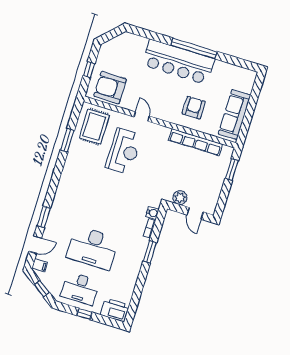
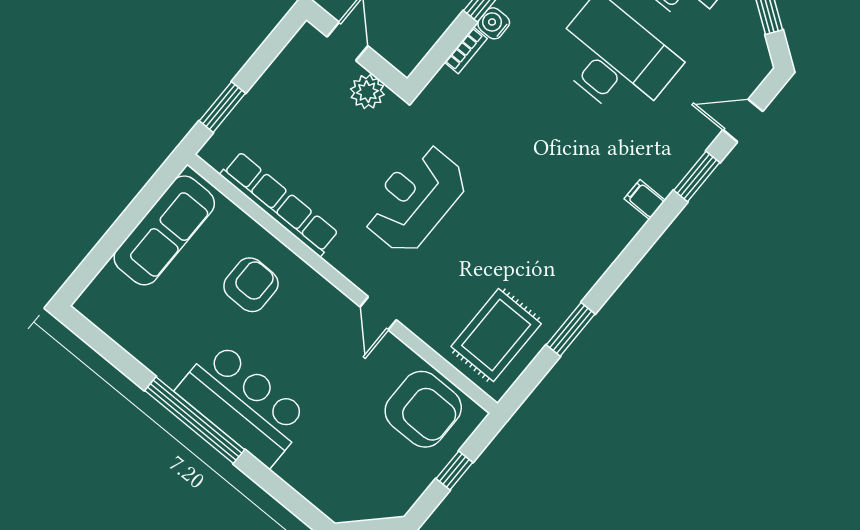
bar counter: (178, 62) -> (243, 404), width x0.73
armchair: (194, 108) -> (251, 285), turned 180
reception desk: (124, 151) -> (415, 199), moved
water cooler: (152, 213) -> (494, 23), moved
filing cabinet: (40, 265) -> (645, 199), moved

